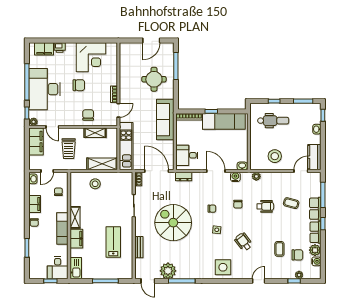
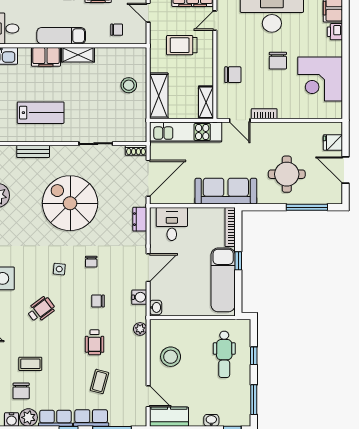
fridge: (133, 49) -> (333, 142), added
shelving: (95, 133) -> (206, 102), moved
spiral stairs: (173, 223) -> (70, 203), turned -90

